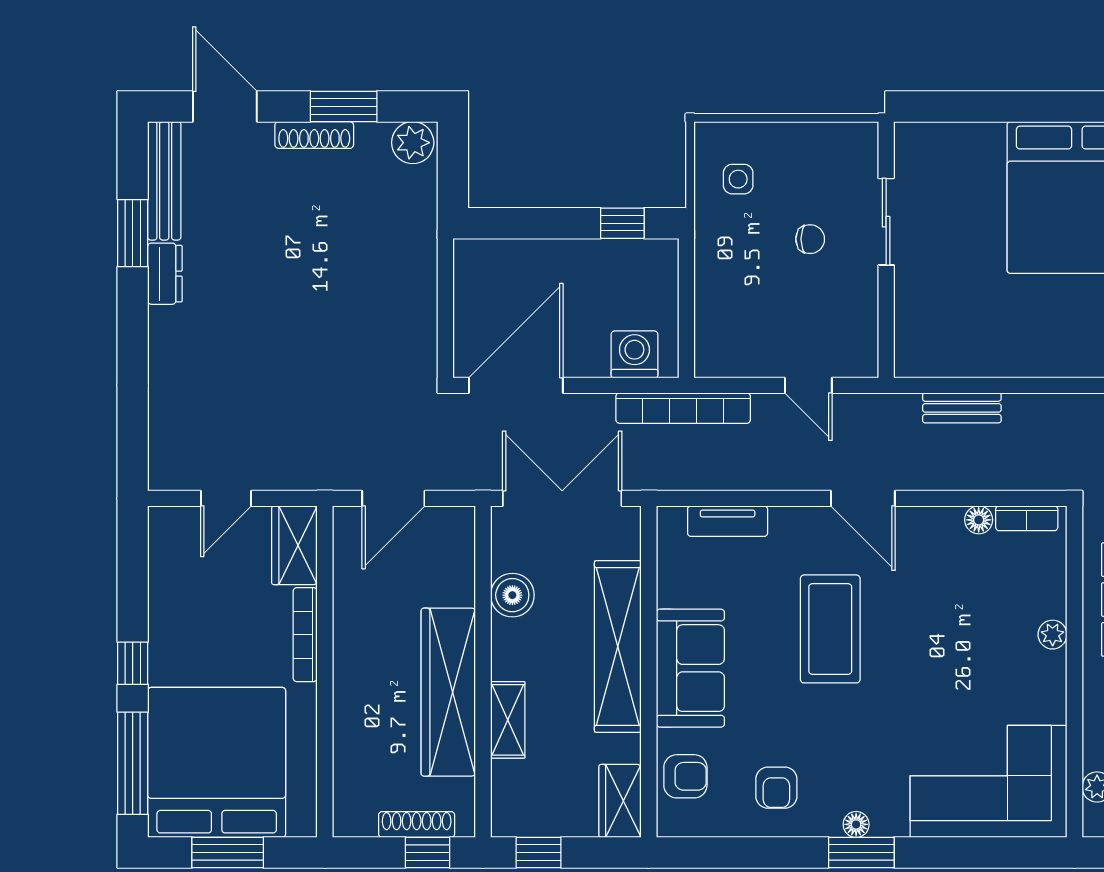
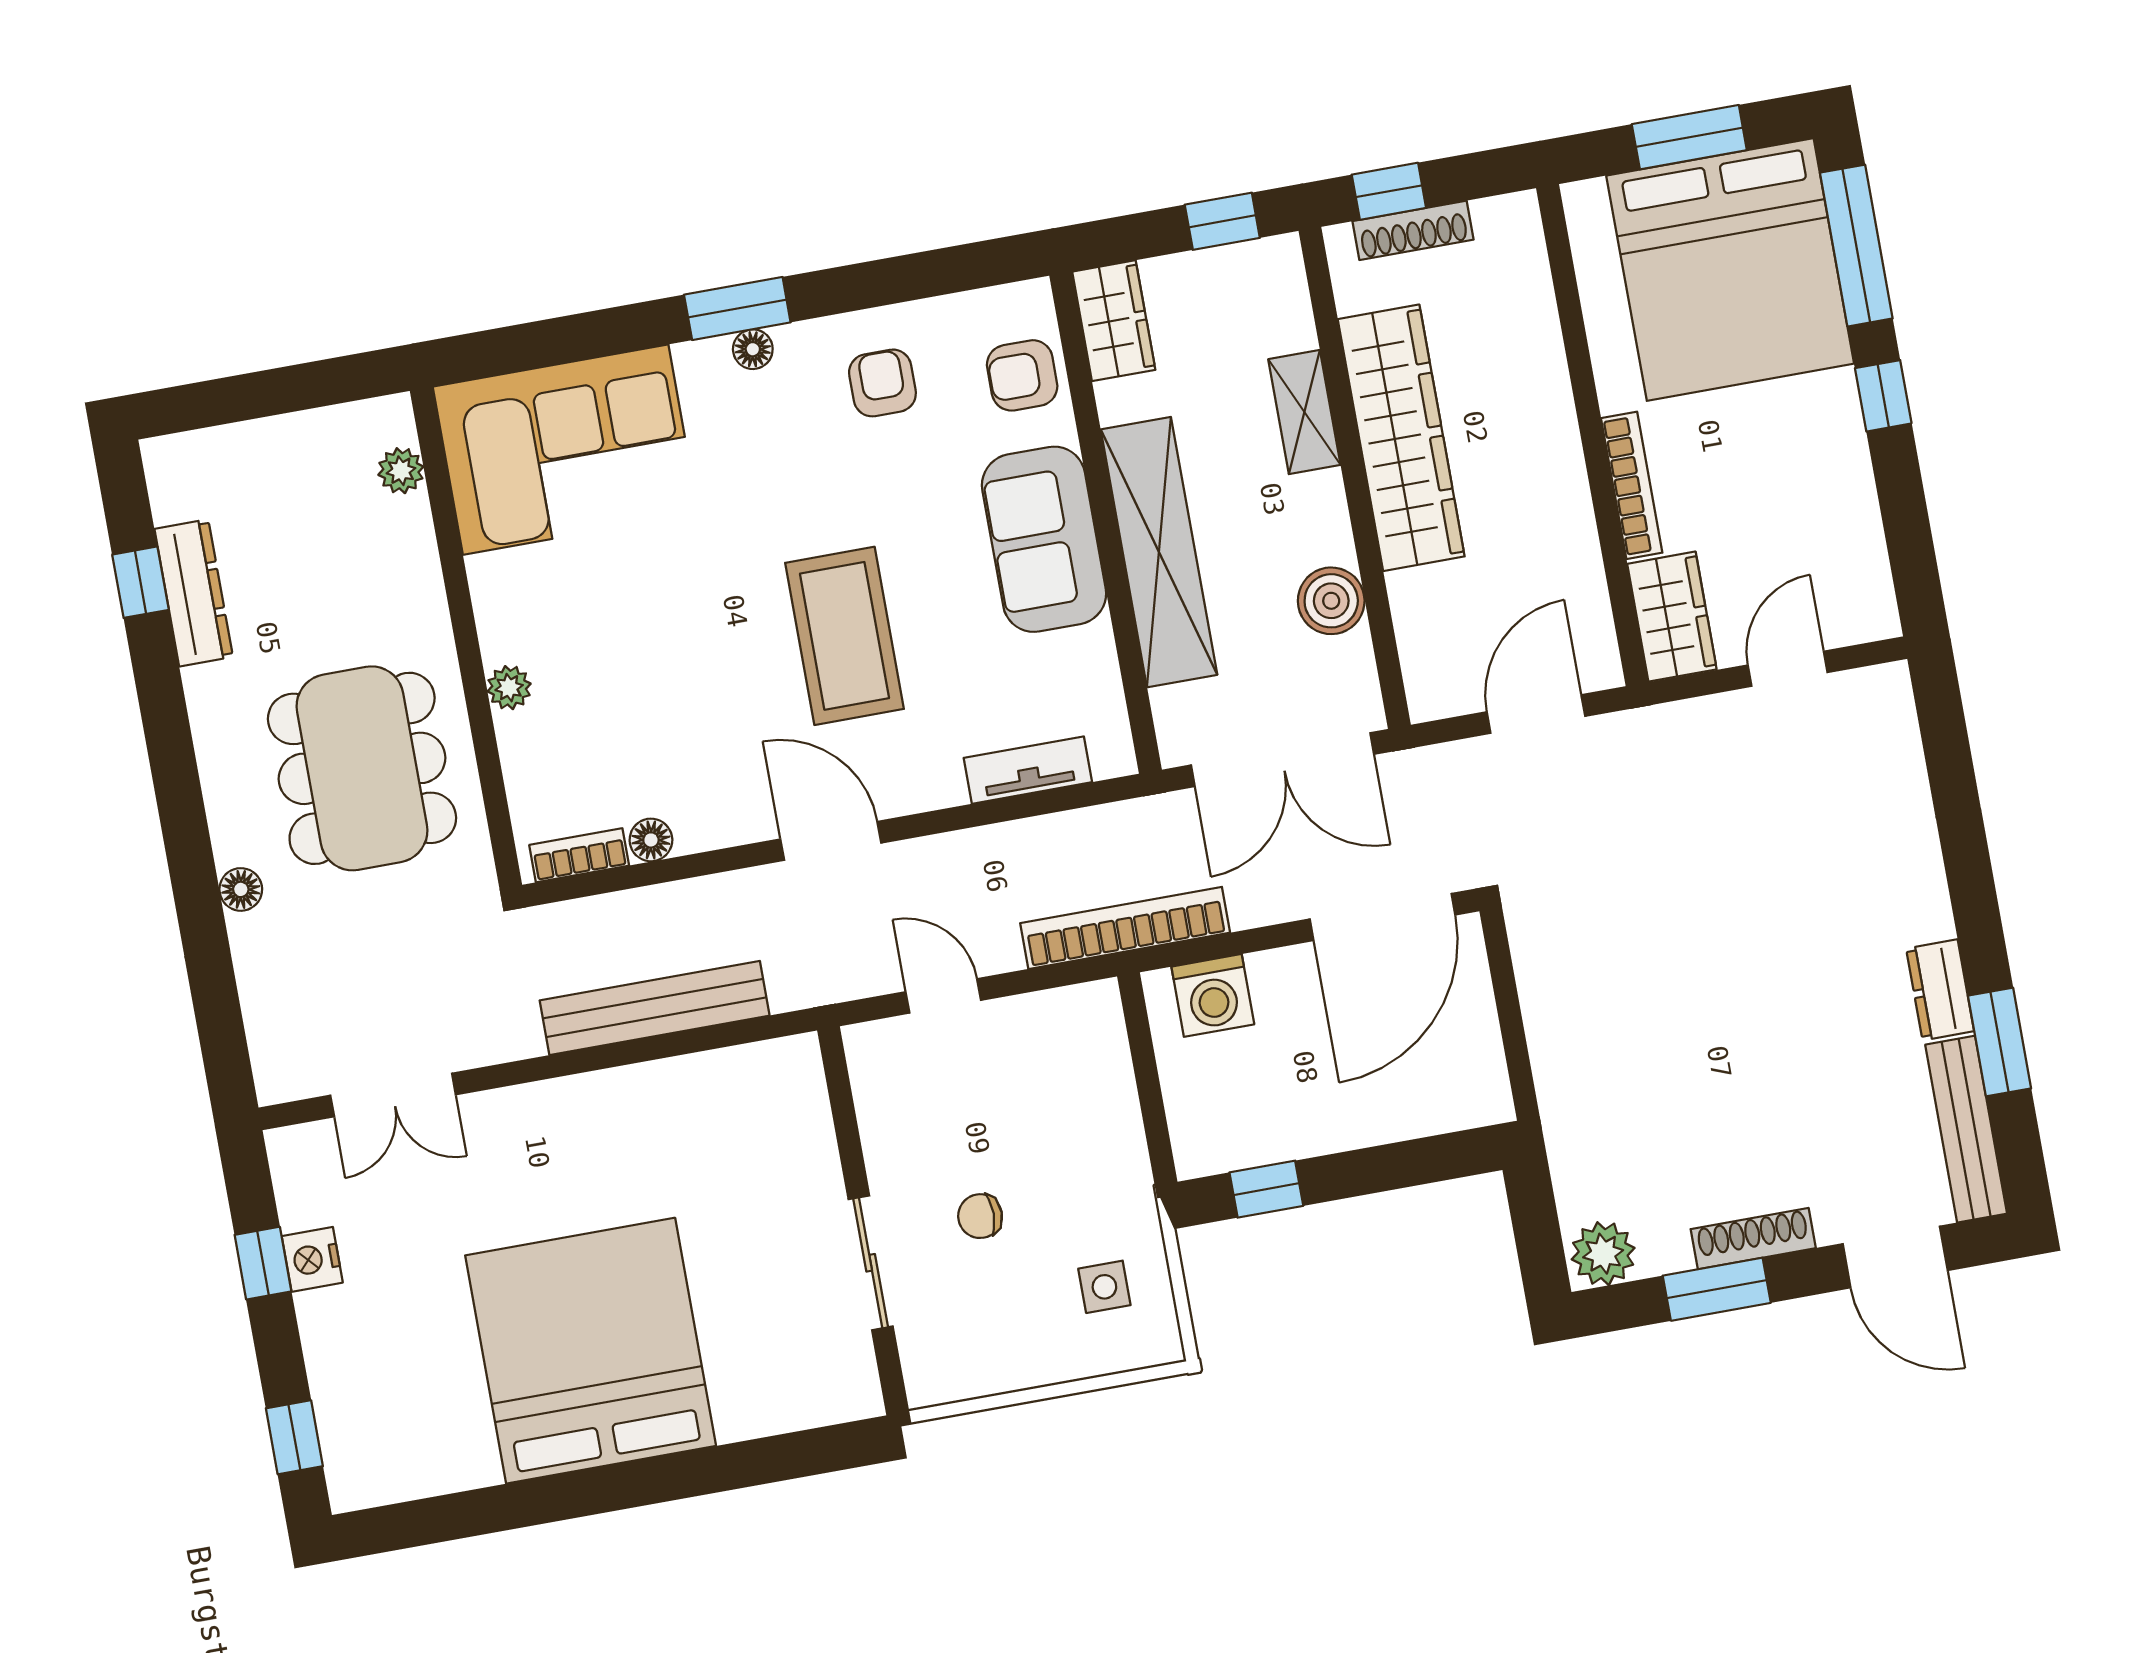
bench: (962, 408) -> (655, 1008), width x1.86, depth x1.21

